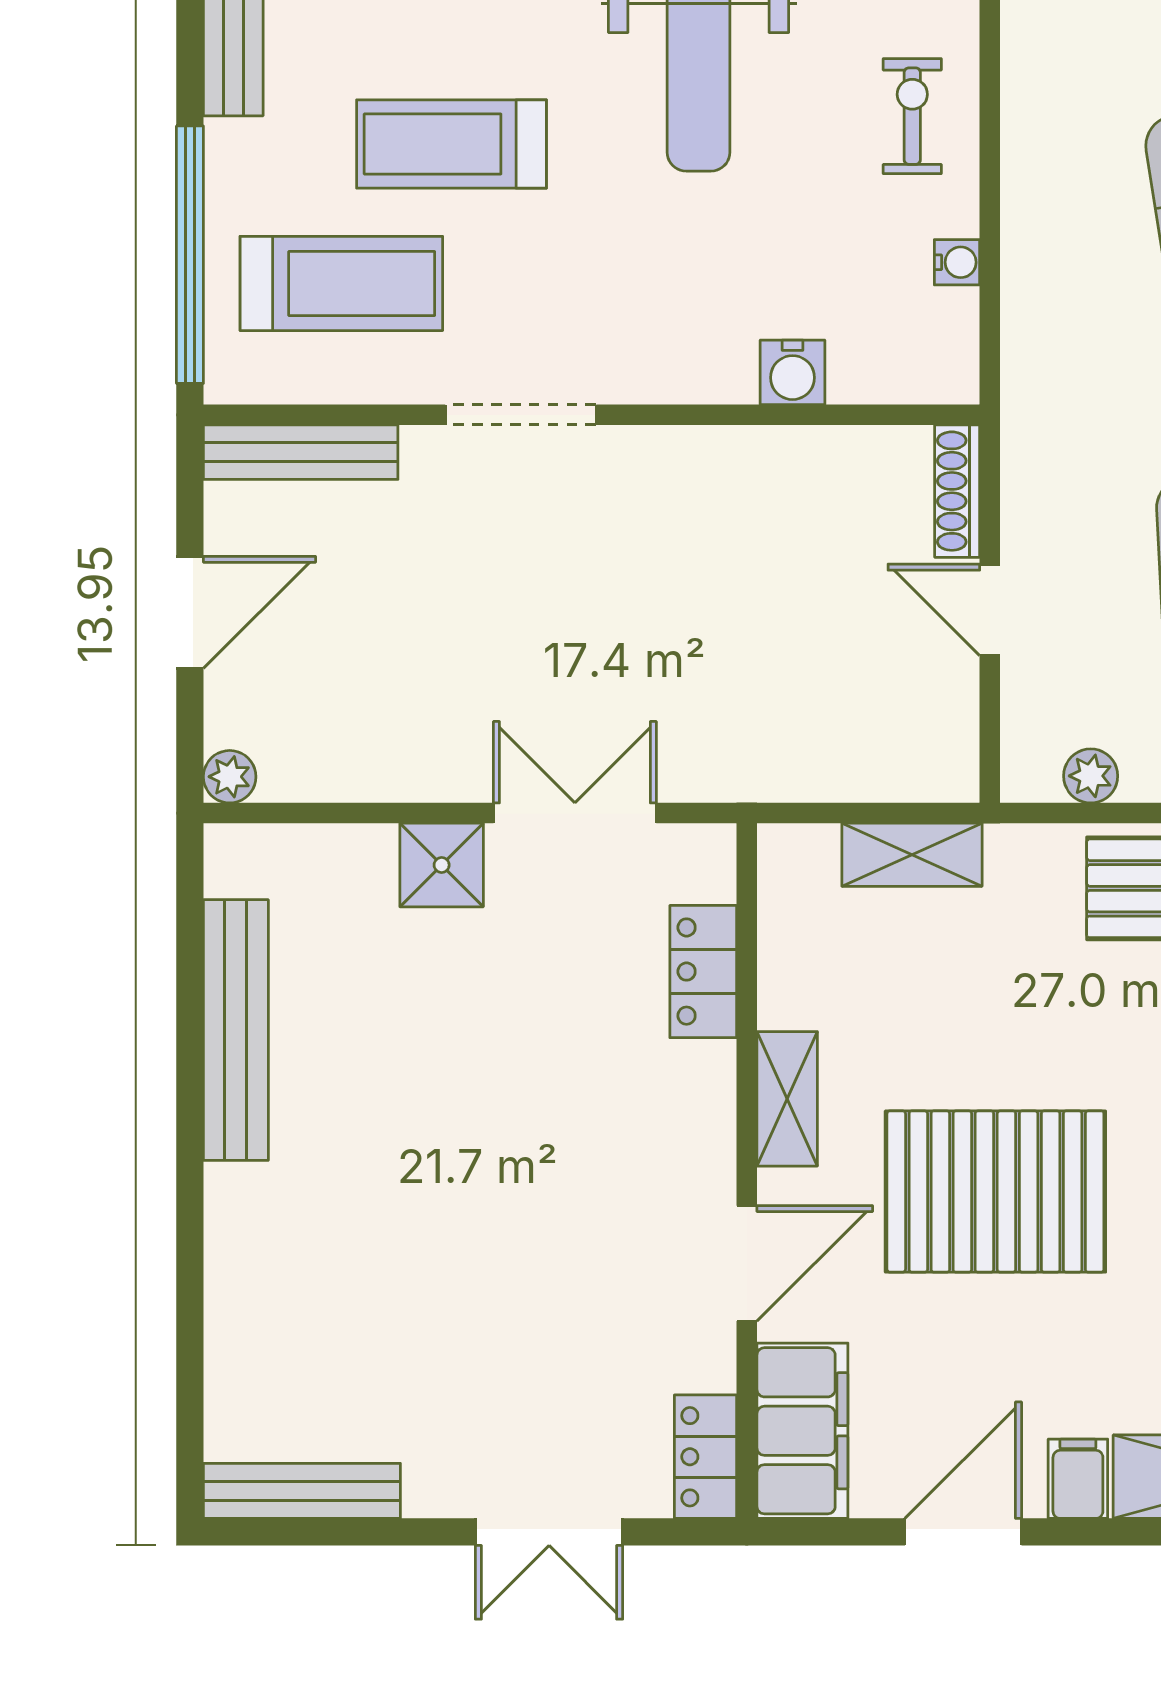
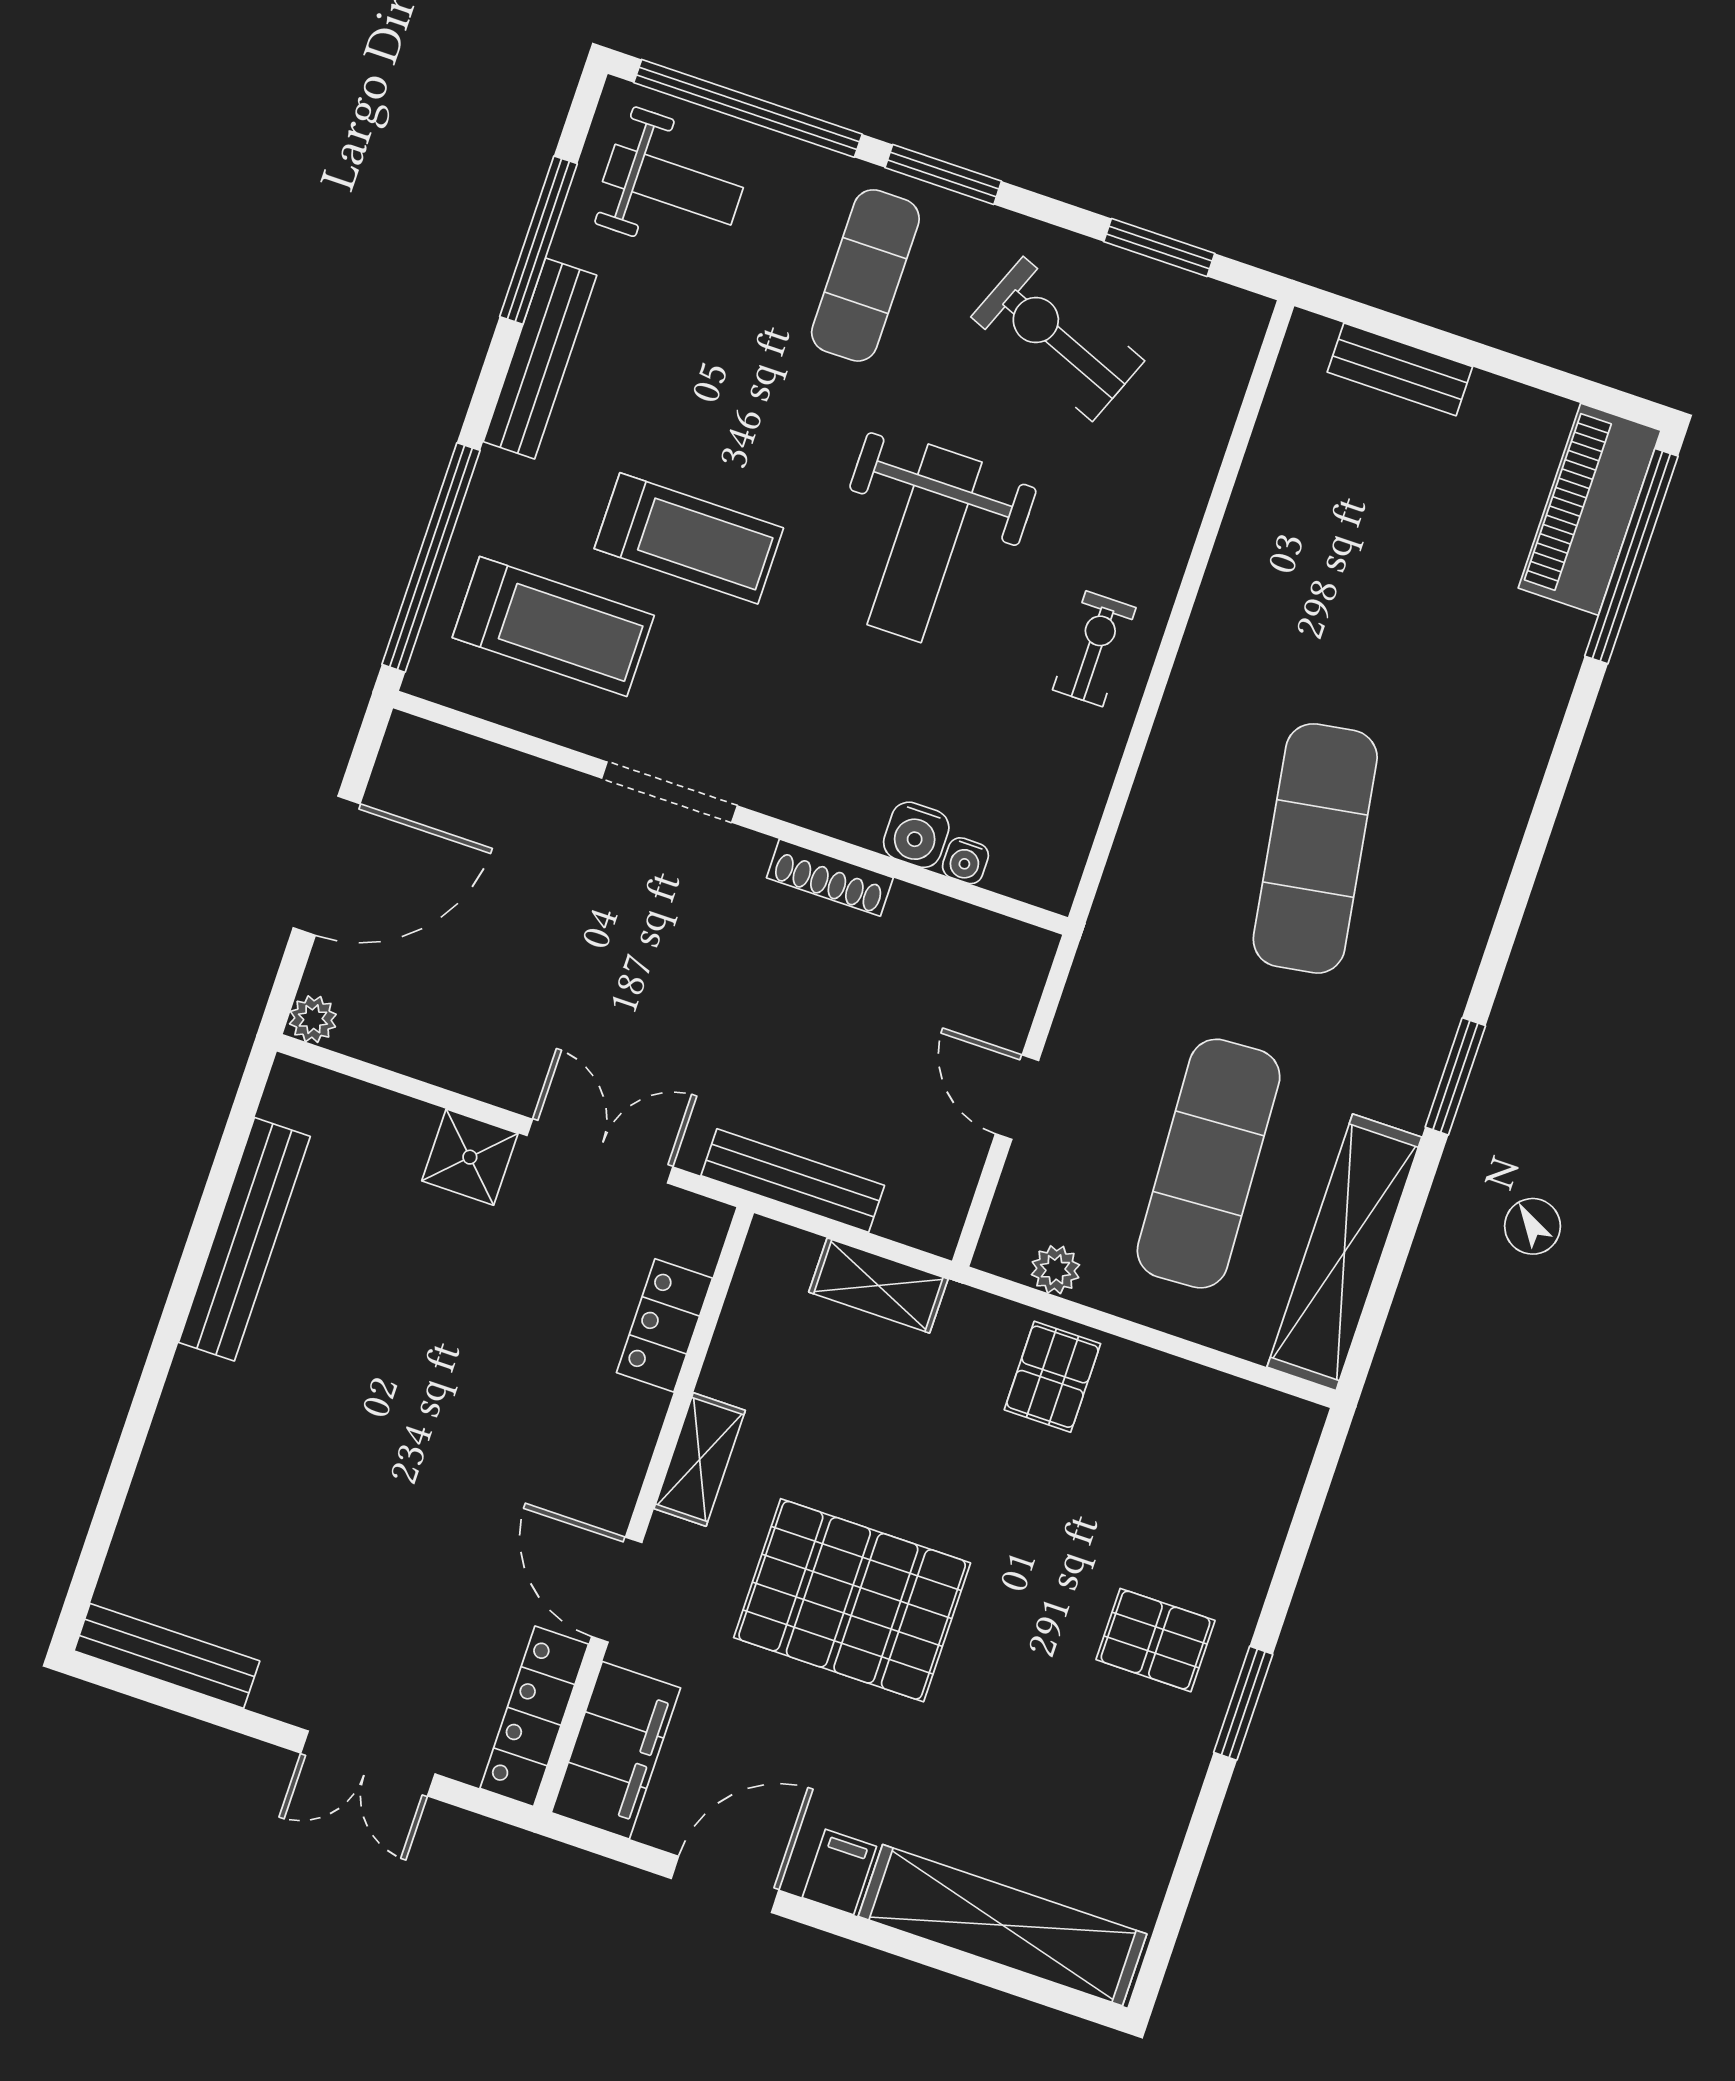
treadmill: (452, 144) -> (689, 538), turned 180
water cooler: (957, 262) -> (965, 861), moved, turned 90
bench: (301, 452) -> (793, 1181), moved
shoe rack: (957, 491) -> (830, 878), moved, turned -90
door: (190, 612) -> (327, 866), width x1.36
door: (747, 1263) -> (617, 1590), swing flipped
locker: (705, 1457) -> (534, 1716), width x1.53

